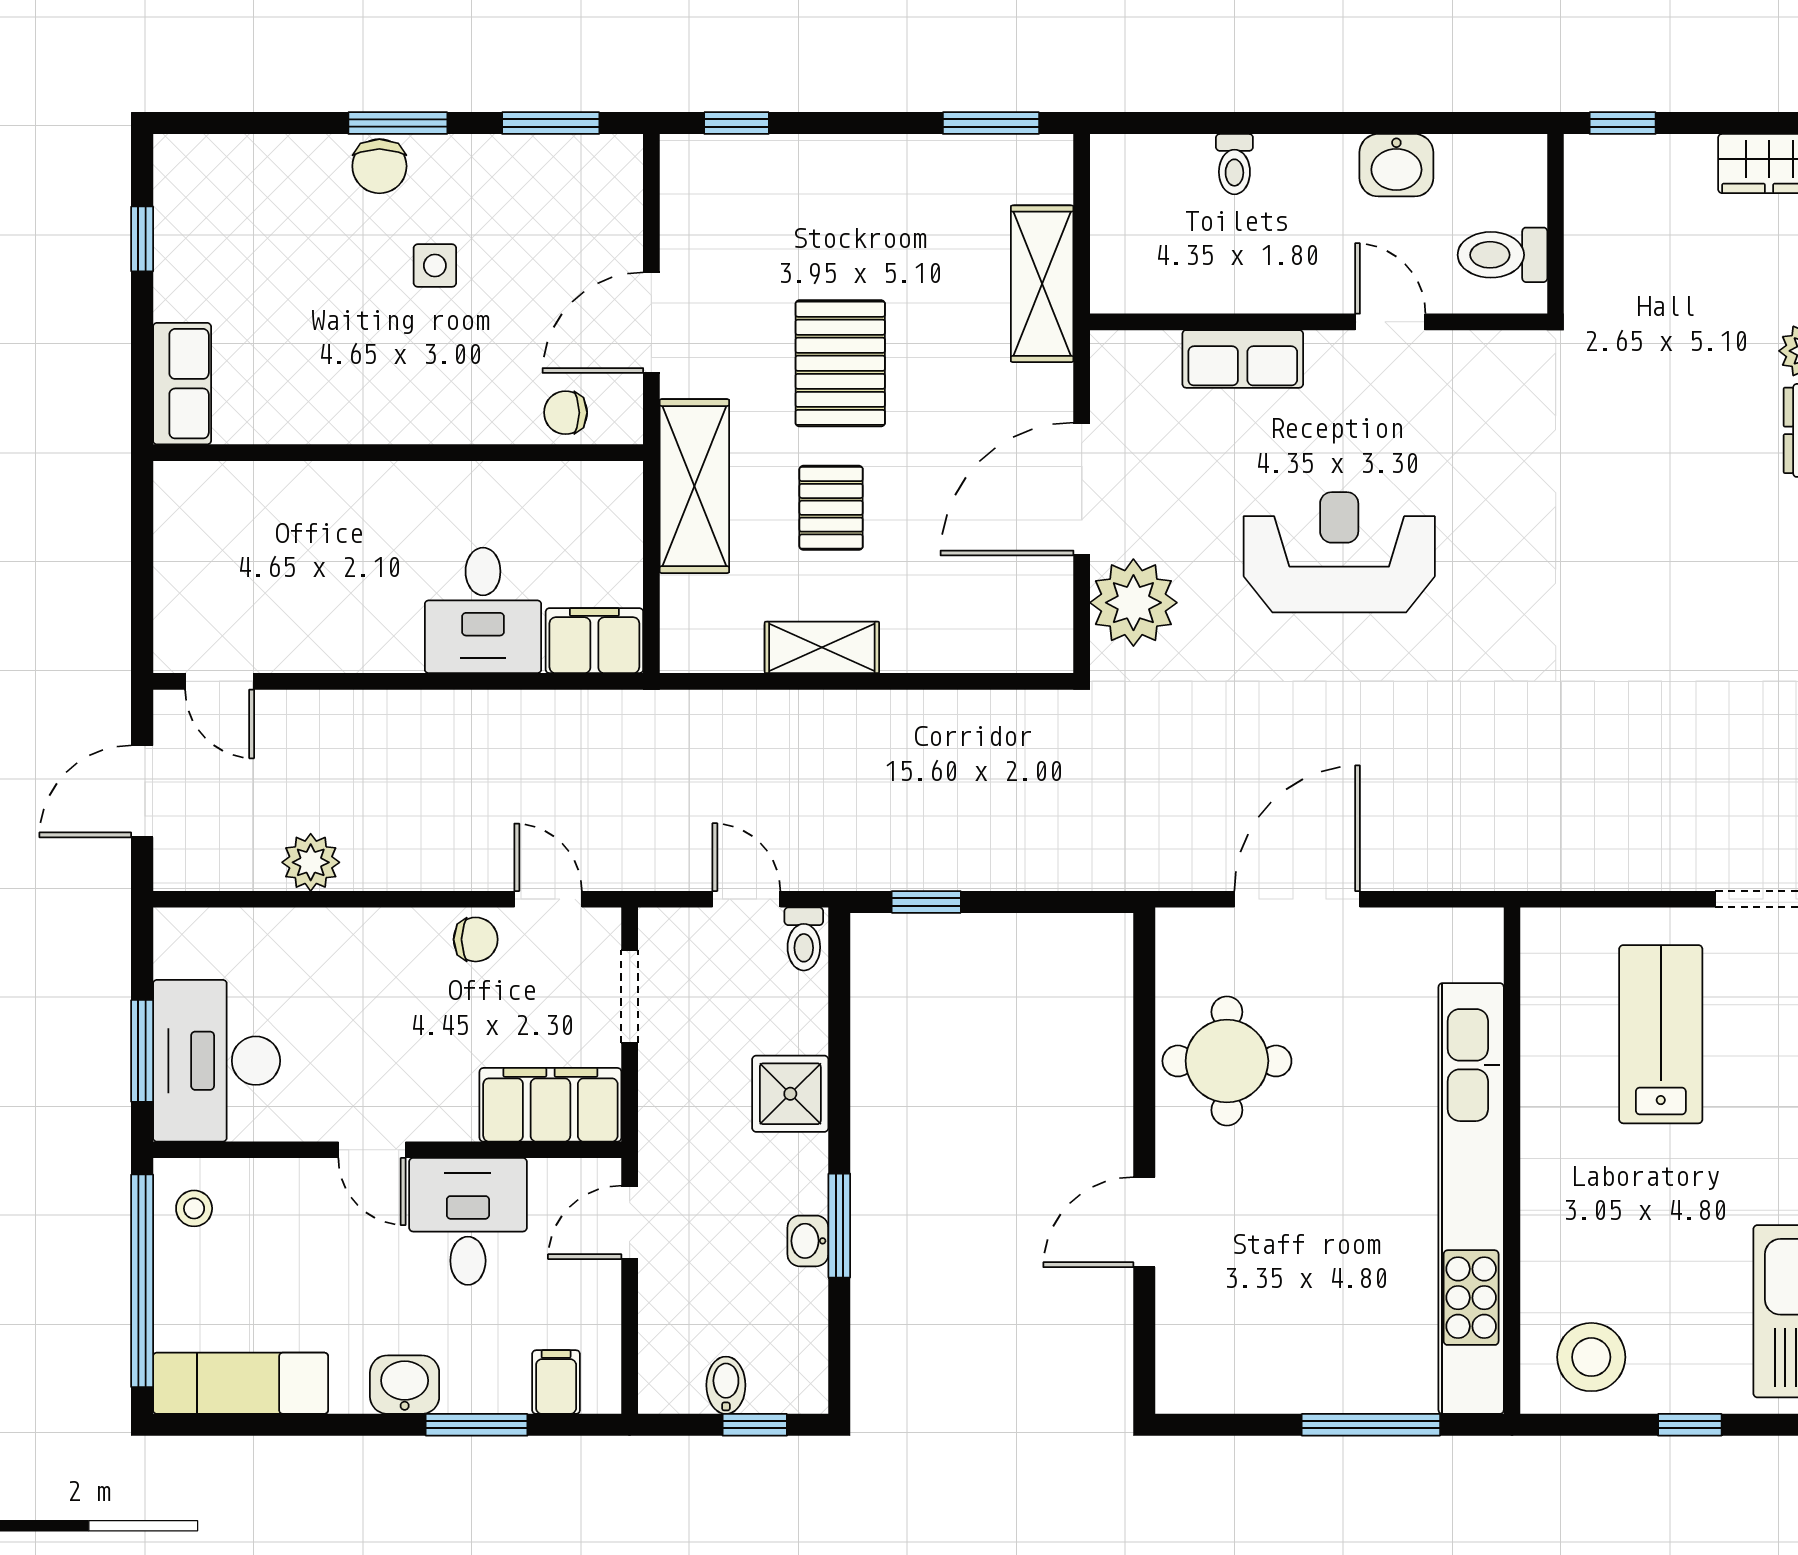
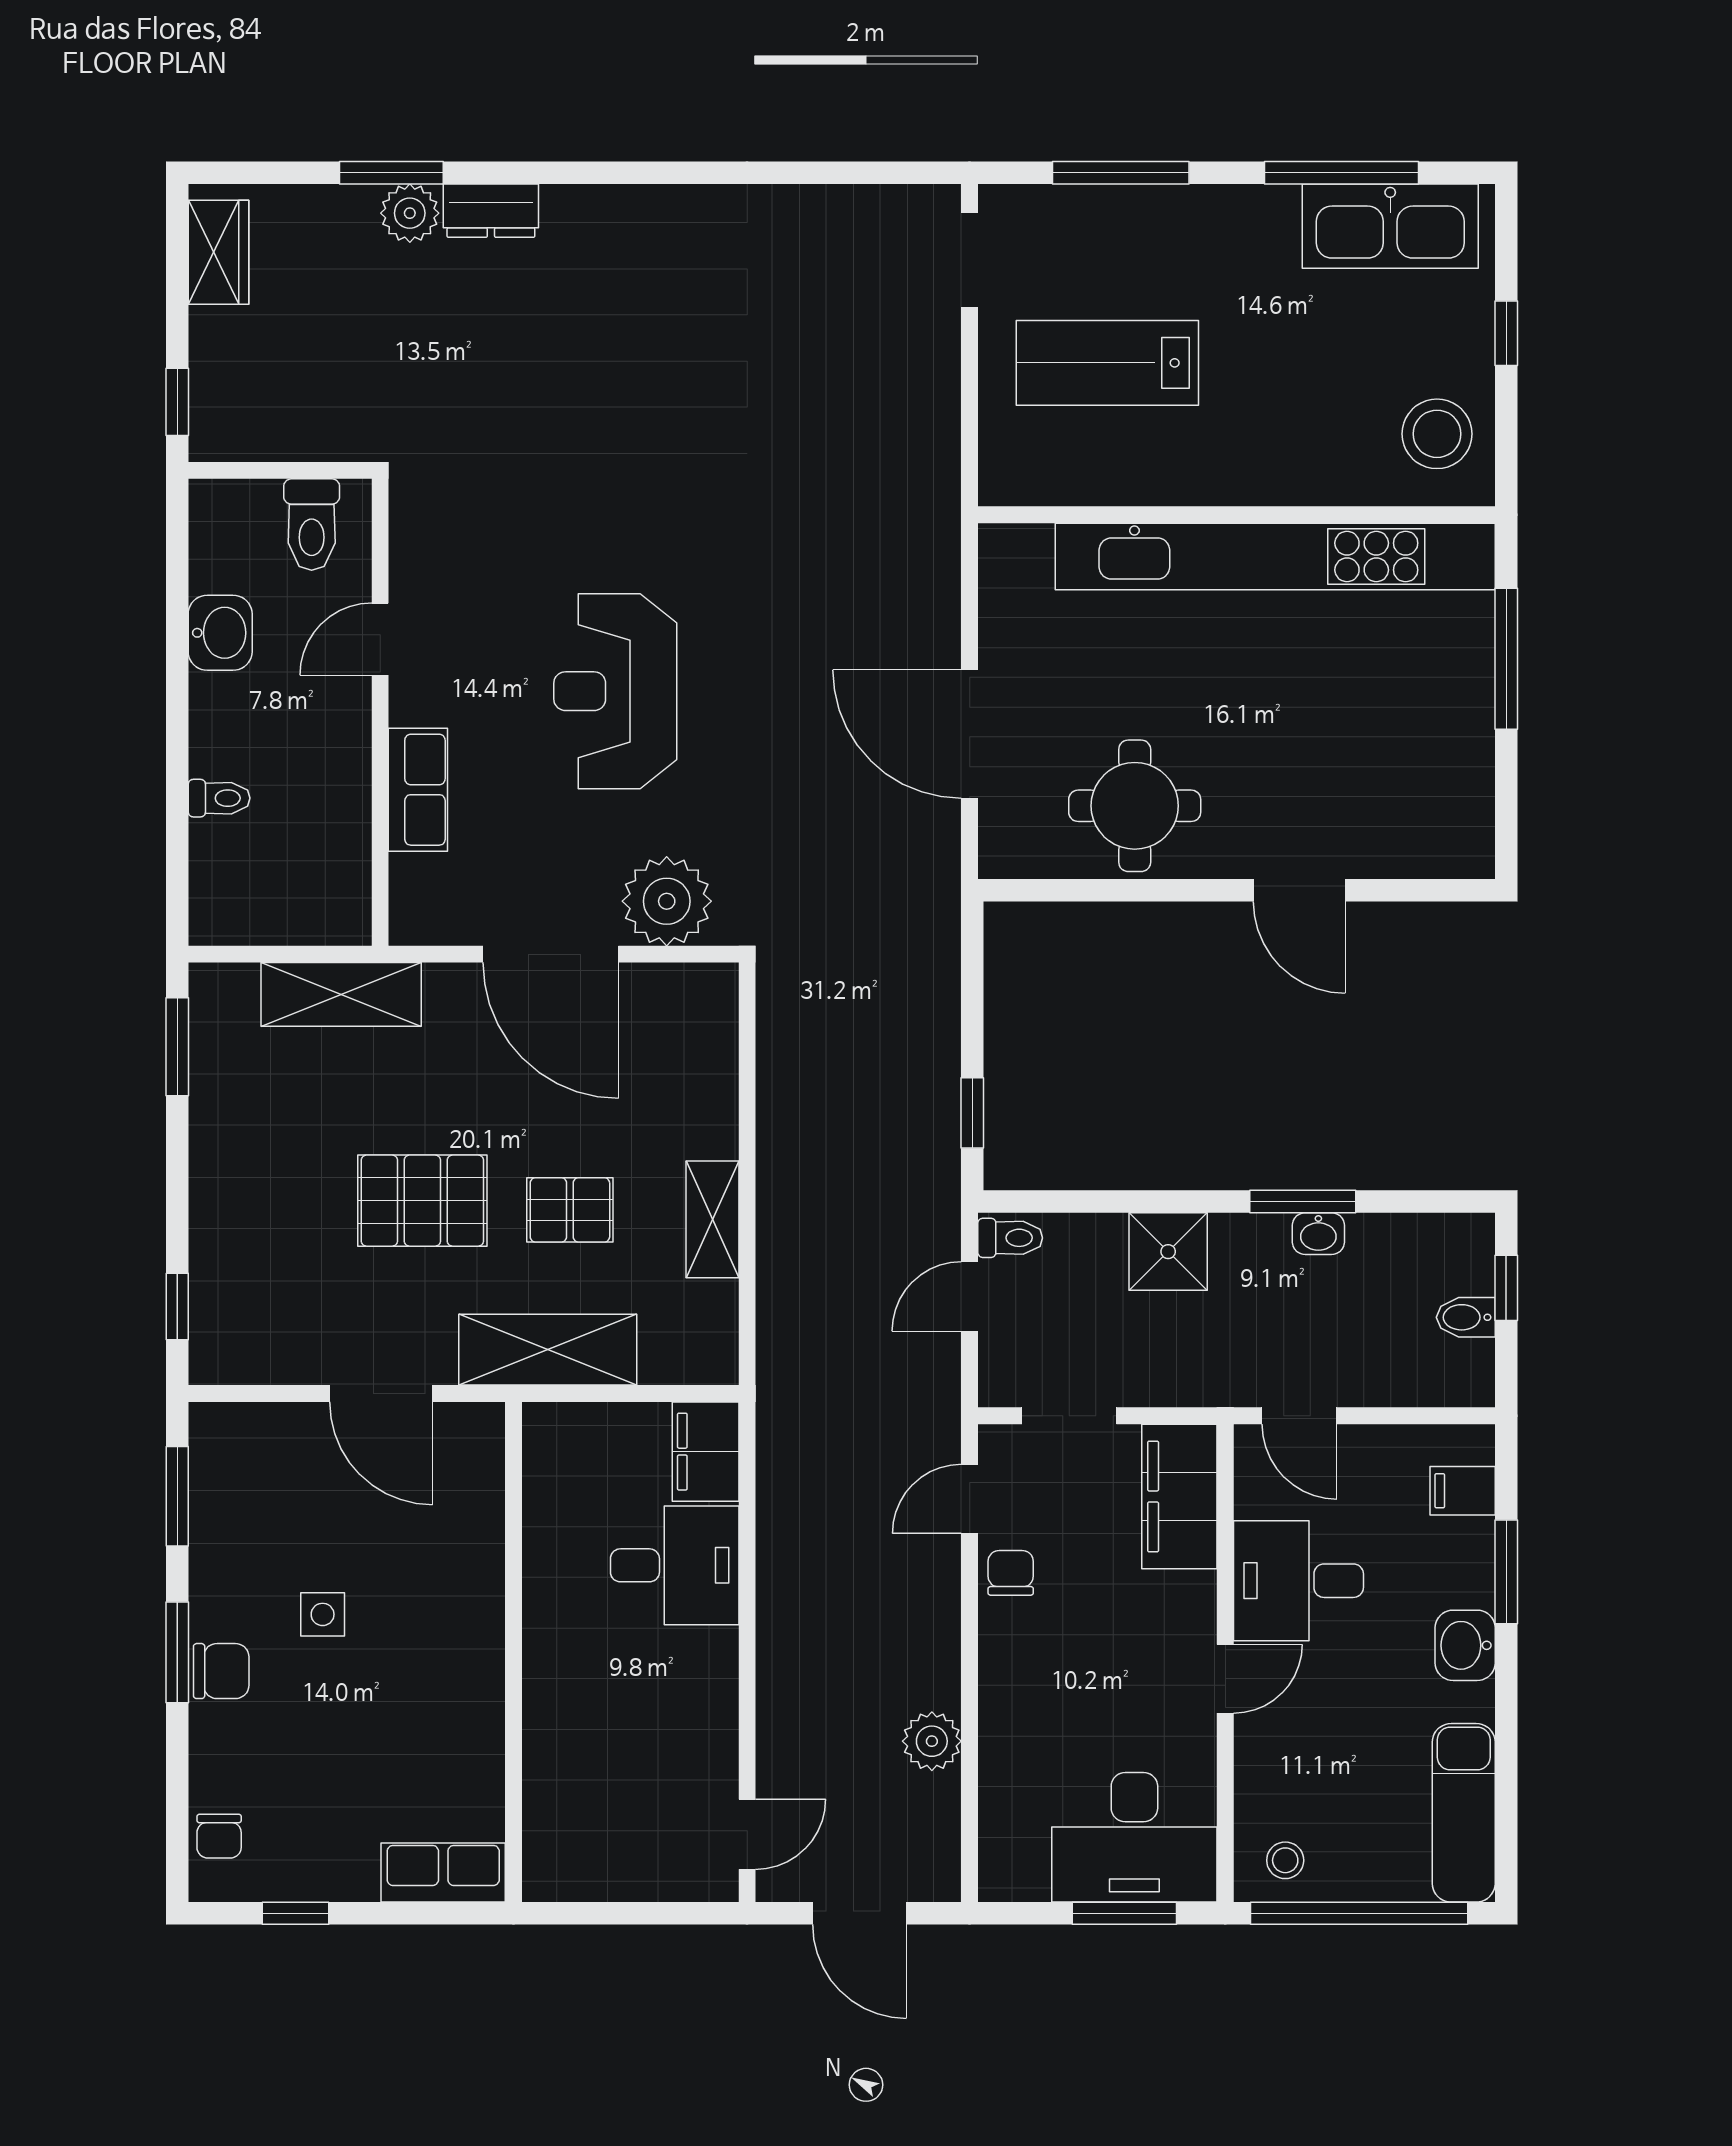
chair: (566, 413) -> (219, 1836), moved

